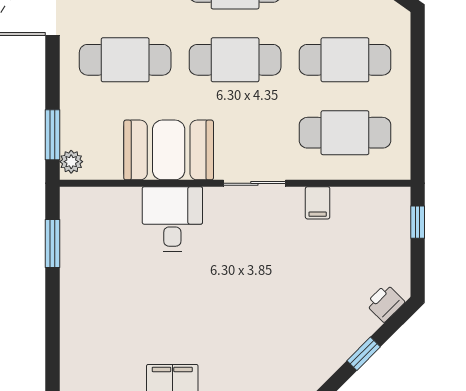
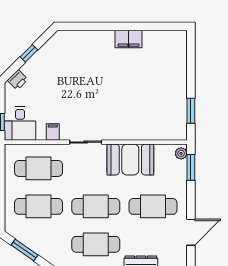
desk: (172, 219) -> (20, 123), moved

